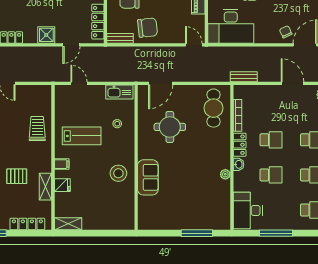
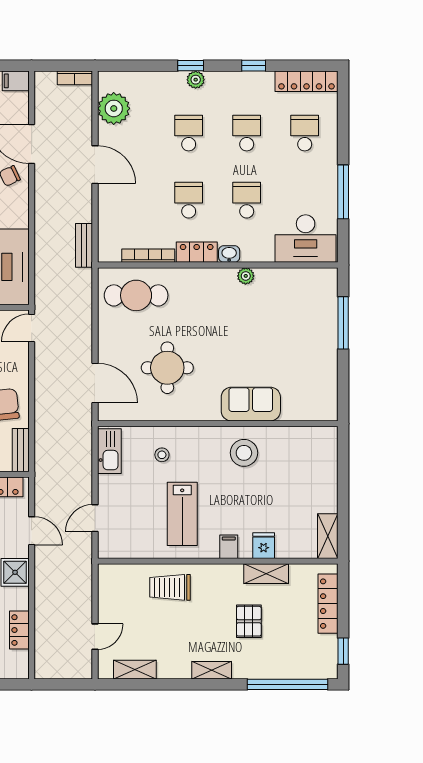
door: (292, 83) -> (95, 165), swing flipped
lab bench: (82, 136) -> (182, 514), turned 180

